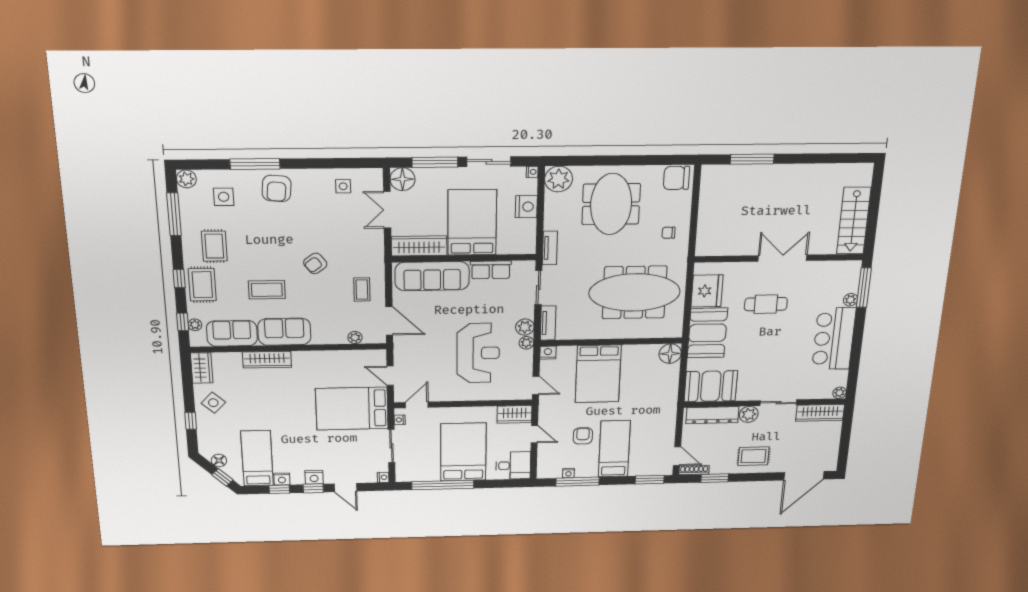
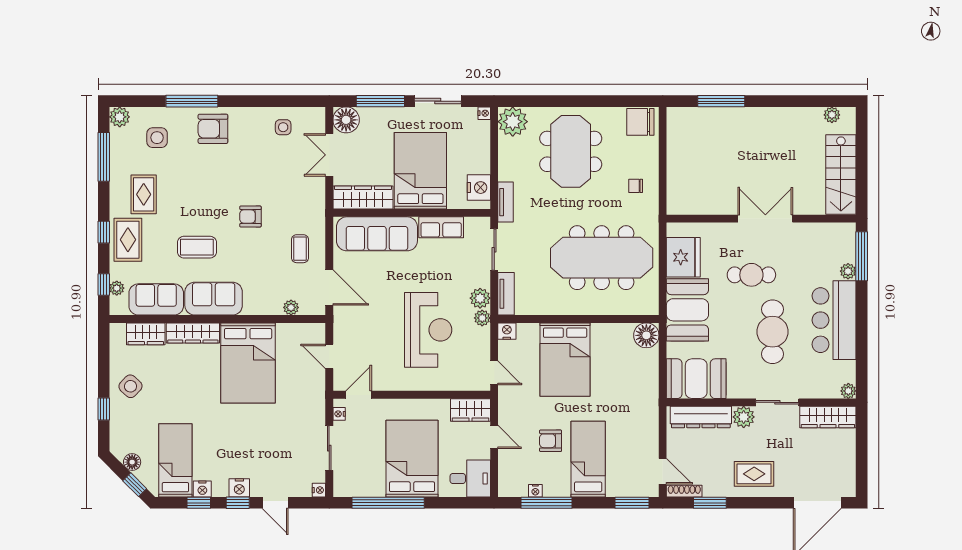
plant: (852, 170) -> (832, 115), added
armchair: (277, 188) -> (213, 129), turned 85
nightstand: (526, 207) -> (479, 188), moved
armchair: (315, 263) -> (250, 216), turned 37
cafe table: (780, 349) -> (773, 332), added
wardrobe: (202, 368) -> (146, 334), moved, turned 90
bed: (352, 409) -> (248, 363), moved, turned -90
armchair: (583, 436) -> (551, 441), turned -90

